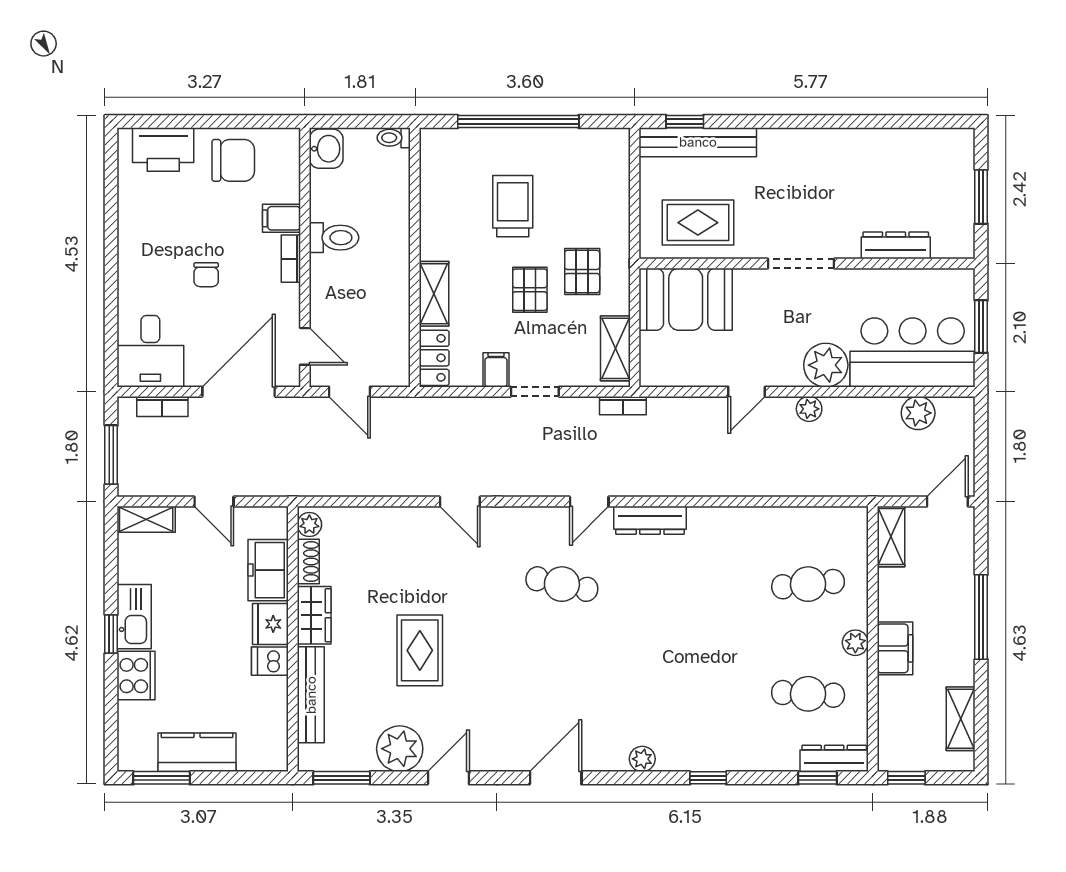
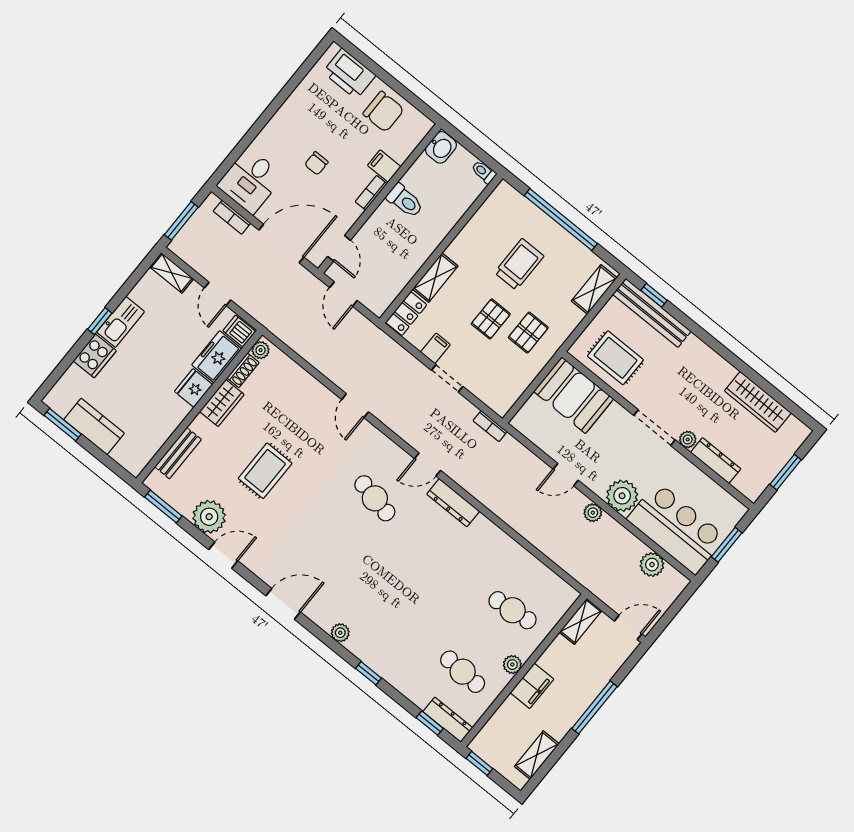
wardrobe: (890, 145) -> (758, 402), added
plant: (847, 247) -> (688, 439), added
shelving: (615, 348) -> (594, 289), moved
dishwasher: (270, 661) -> (239, 331), moved
bench: (311, 695) -> (178, 453), width x0.73

